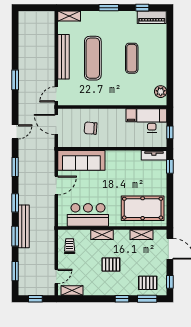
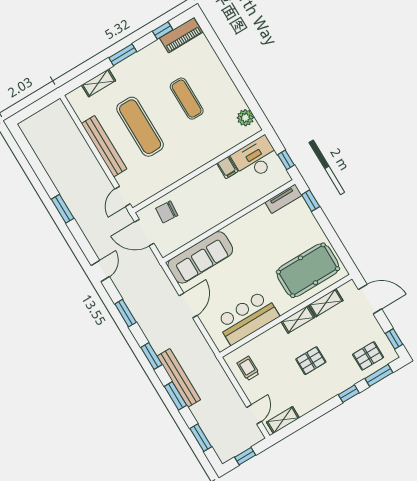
shelving: (69, 16) -> (99, 83), moved
chair: (91, 128) -> (167, 212), moved
shelving: (102, 235) -> (298, 319), moved

